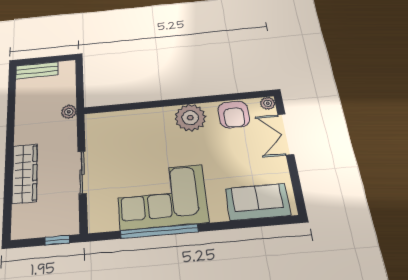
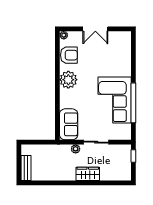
plant: (69, 112) -> (76, 149), moved
double door: (286, 134) -> (95, 29), moved
wardrobe: (25, 173) -> (88, 174), width x0.67
sofa: (258, 202) -> (69, 124), moved, turned 180

